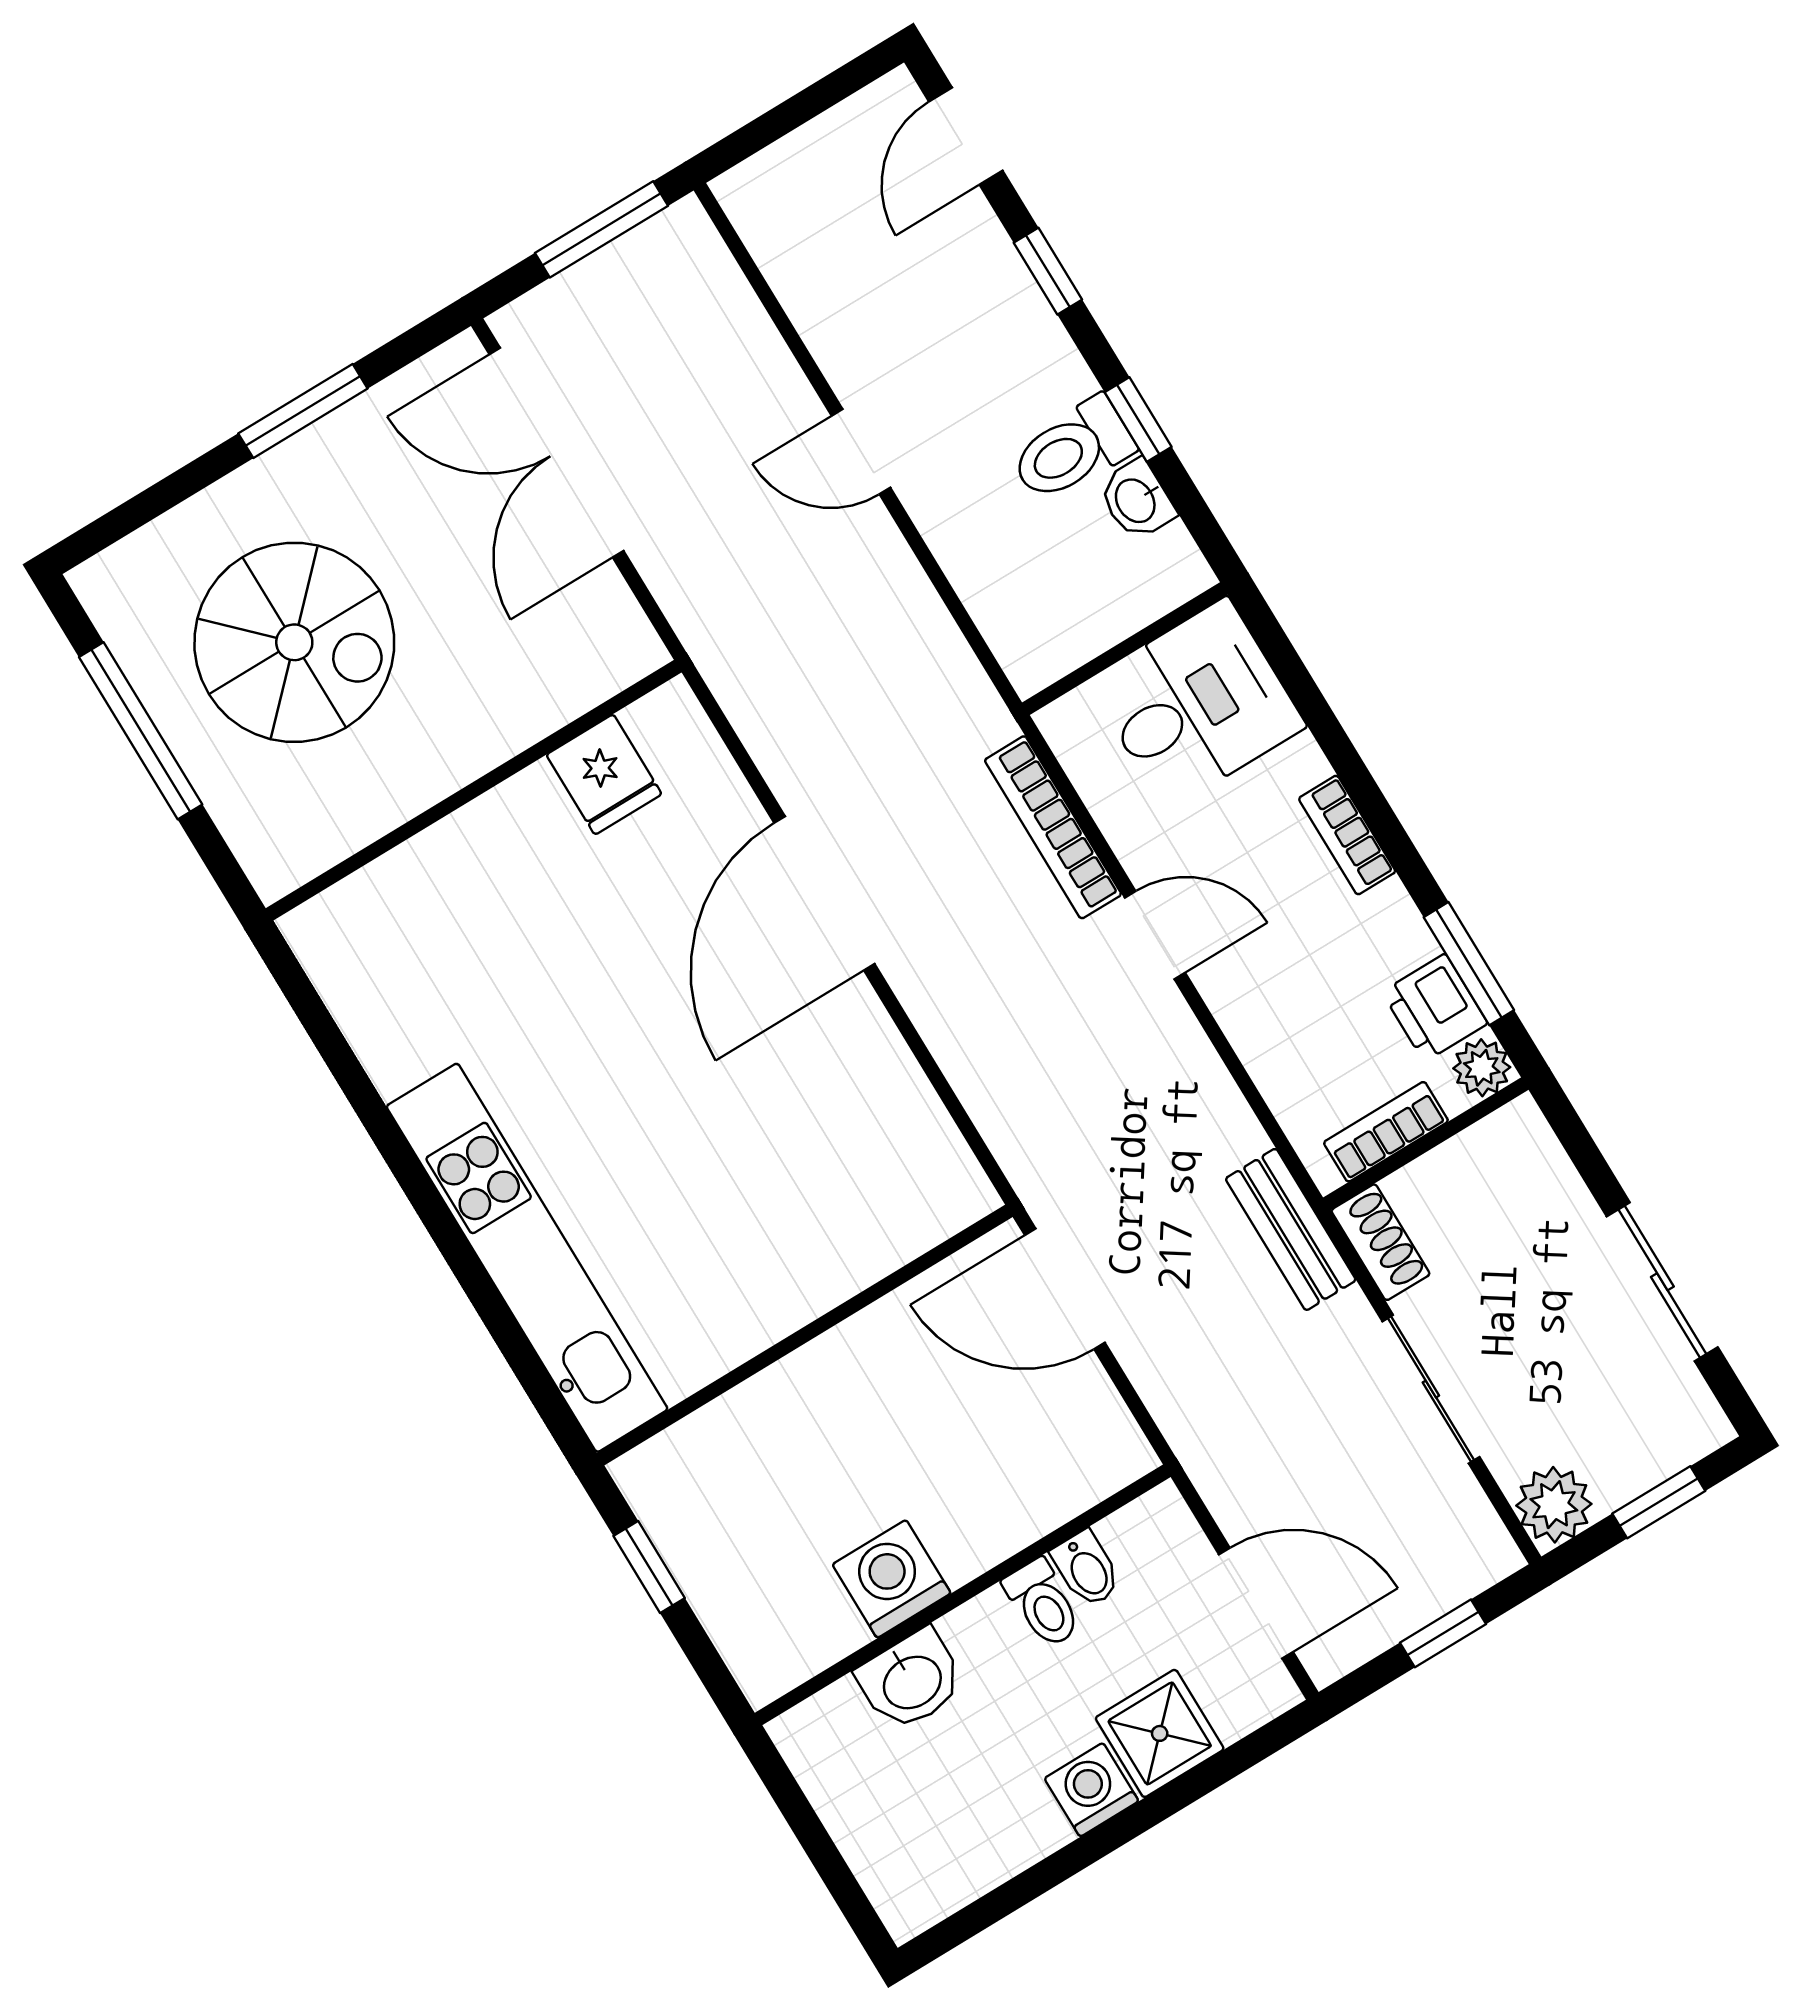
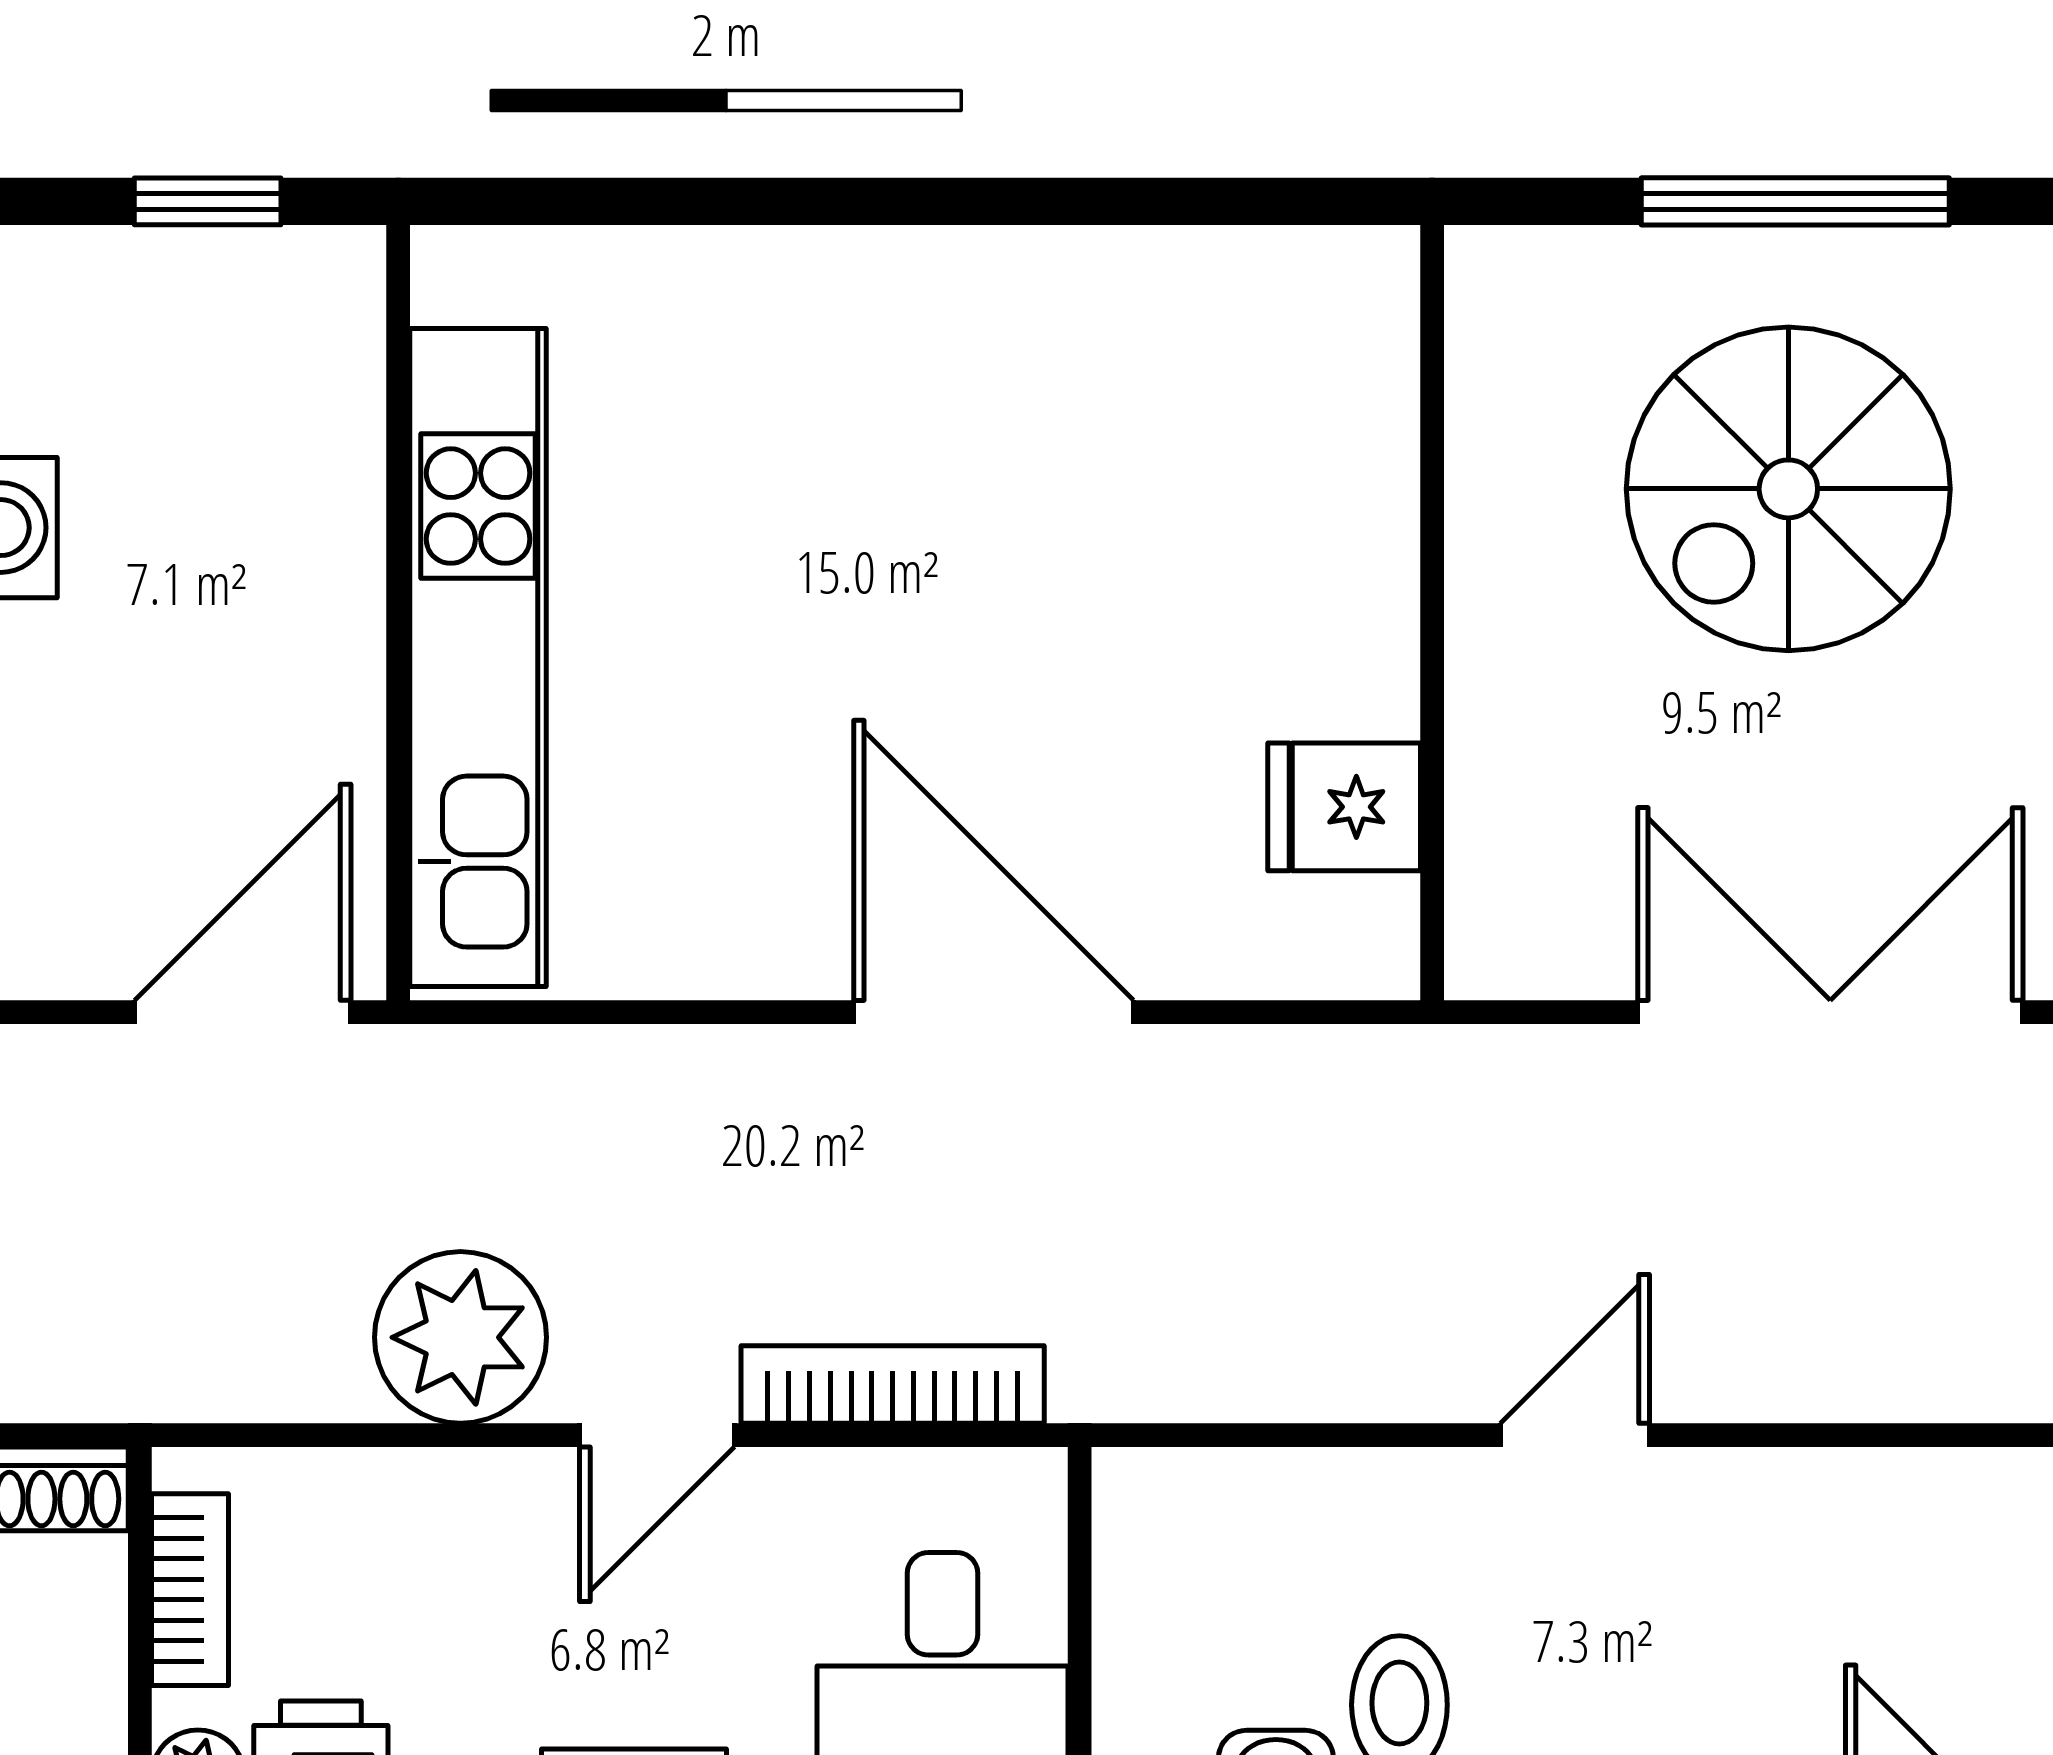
plant: (1166, 1070) -> (461, 1337), added
bench: (1291, 1229) -> (135, 1375), removed
kitchen unit: (527, 1258) -> (478, 657), moved, turned -90

